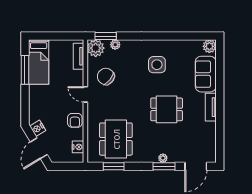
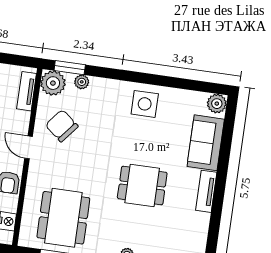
side table: (157, 65) -> (145, 104), moved

